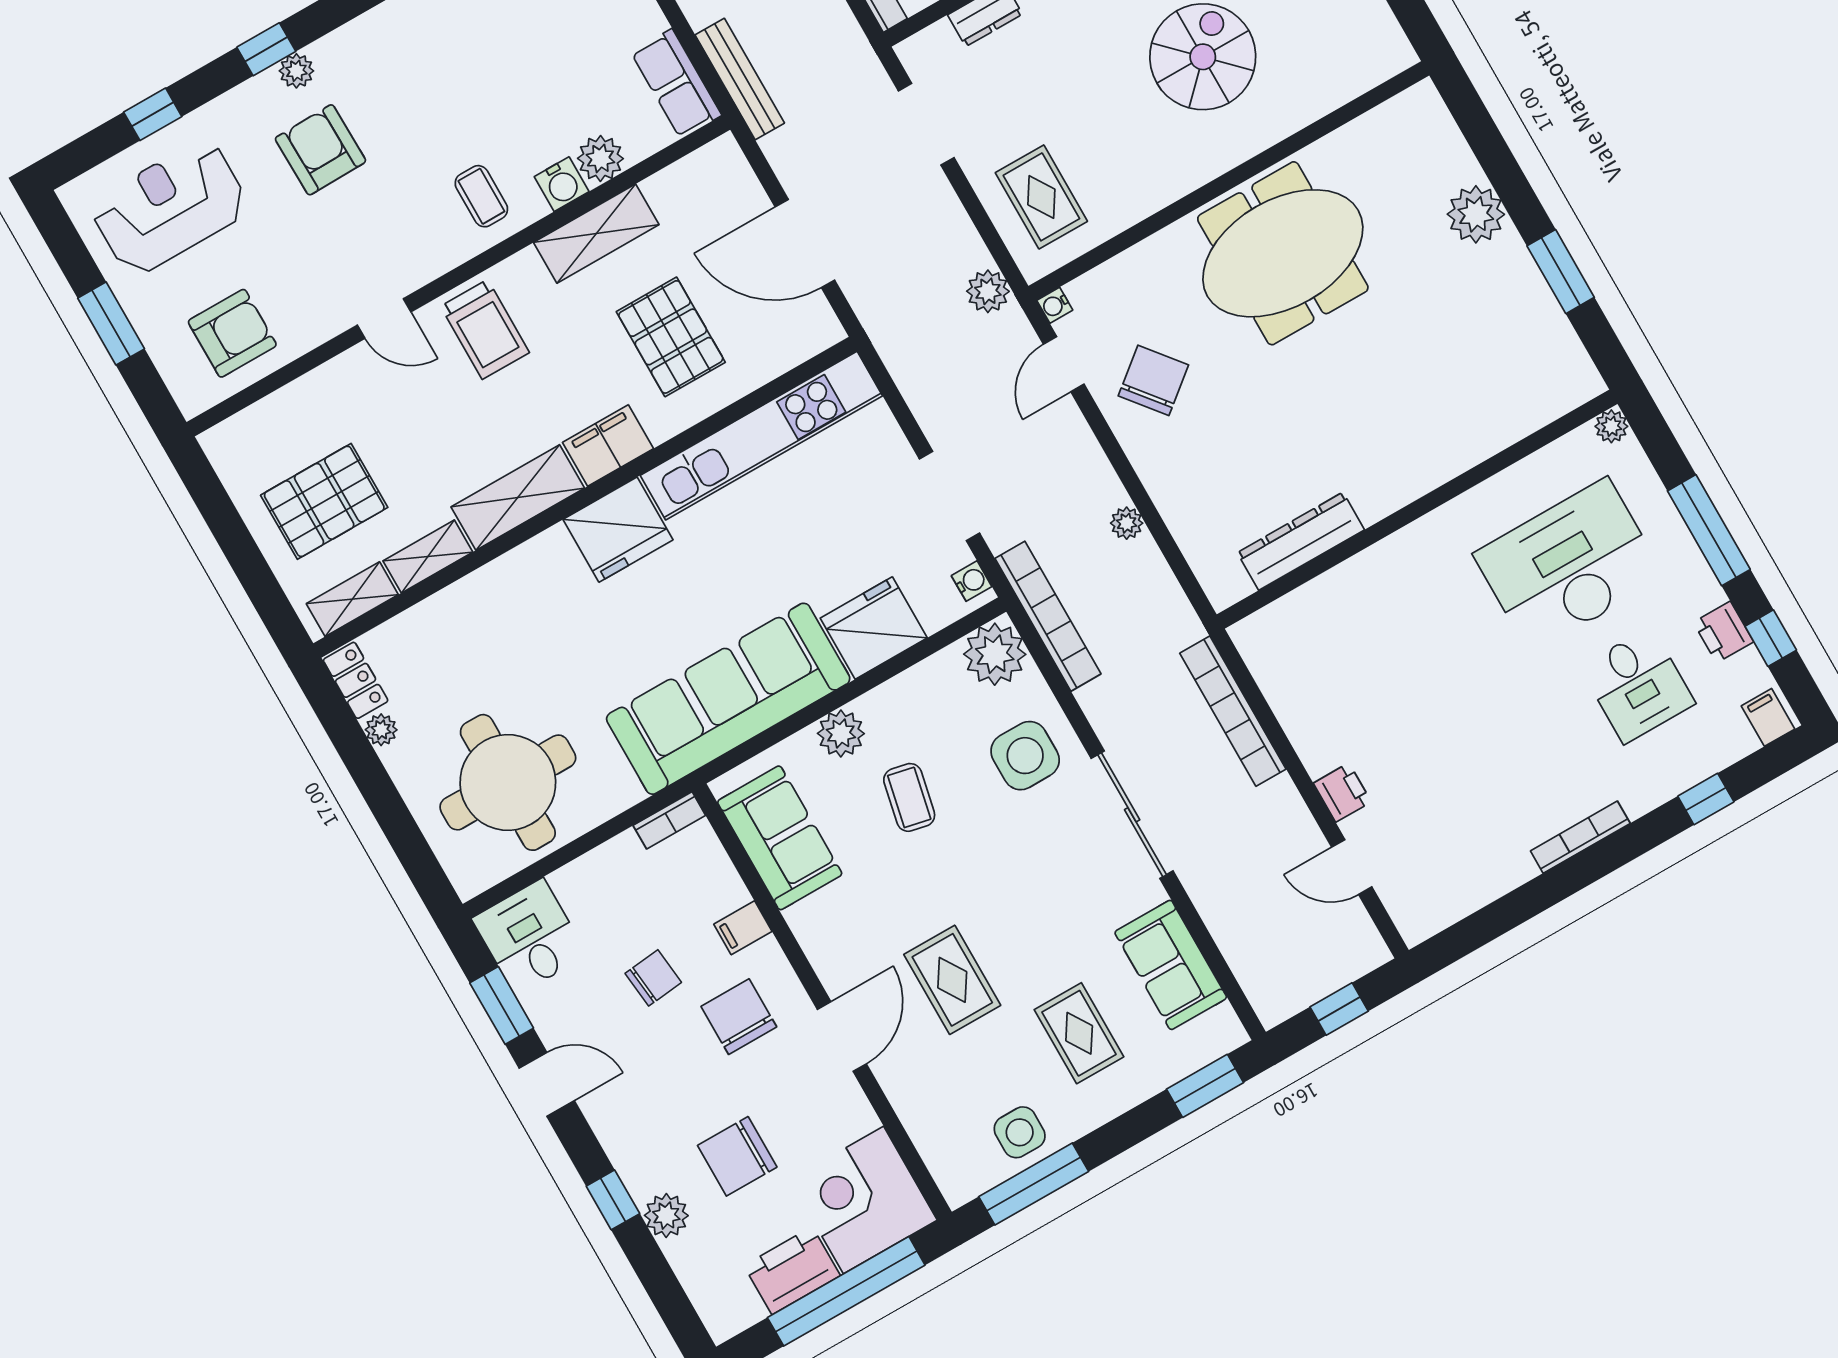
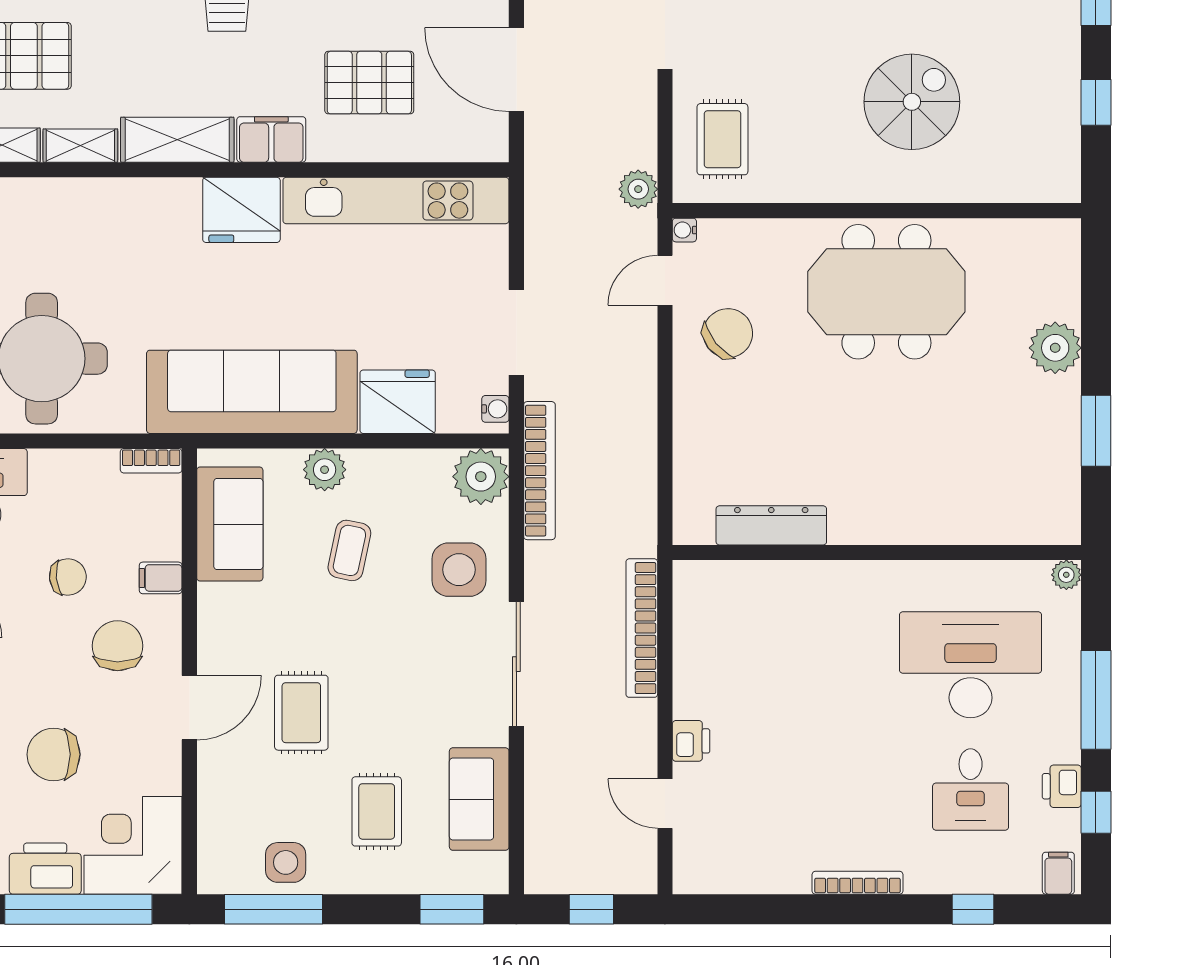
pallet: (671, 337) -> (369, 83), turned 90
plant: (1127, 523) -> (643, 433), removed

